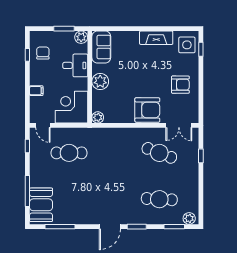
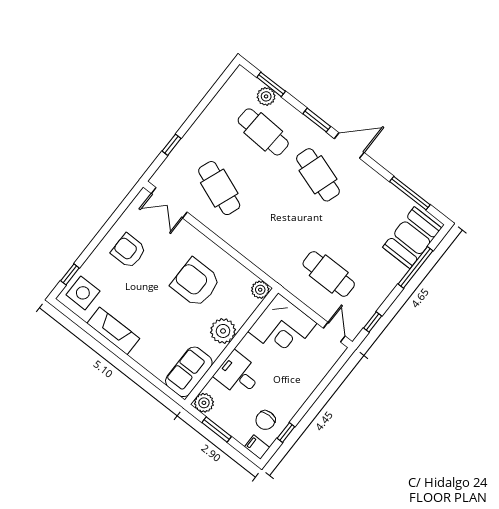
filing cabinet: (36, 91) -> (257, 447), moved
armchair: (147, 110) -> (196, 283), moved
double door: (179, 125) -> (169, 203), swing flipped
cafe table: (114, 199) -> (318, 175), added
plant: (189, 218) -> (266, 96), moved

